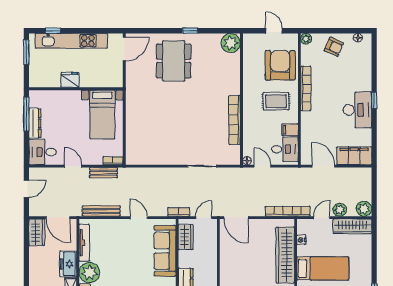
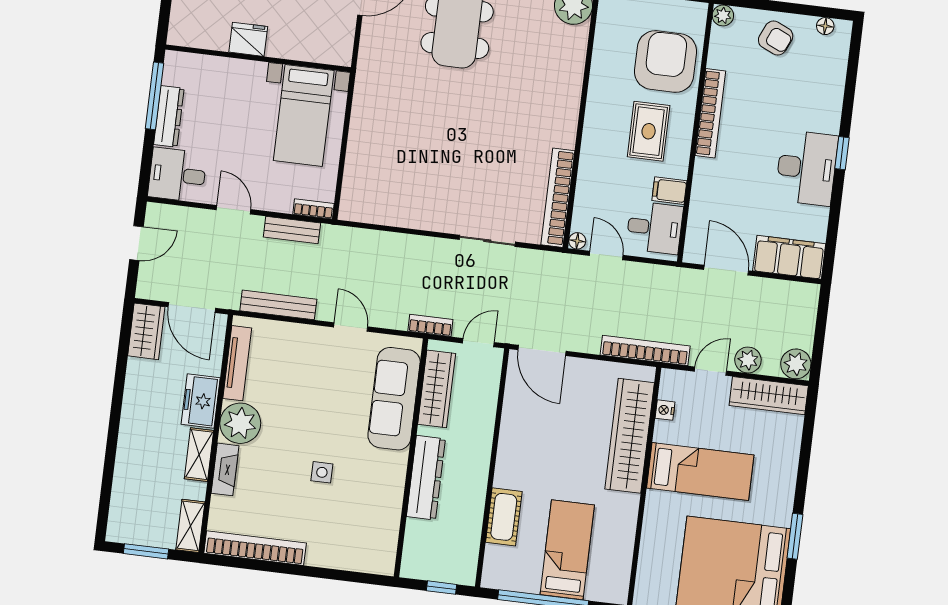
rug: (276, 101) -> (649, 131), turned 90
bookcase: (235, 120) -> (558, 198), moved
wardrobe: (186, 237) -> (437, 389), width x1.50

